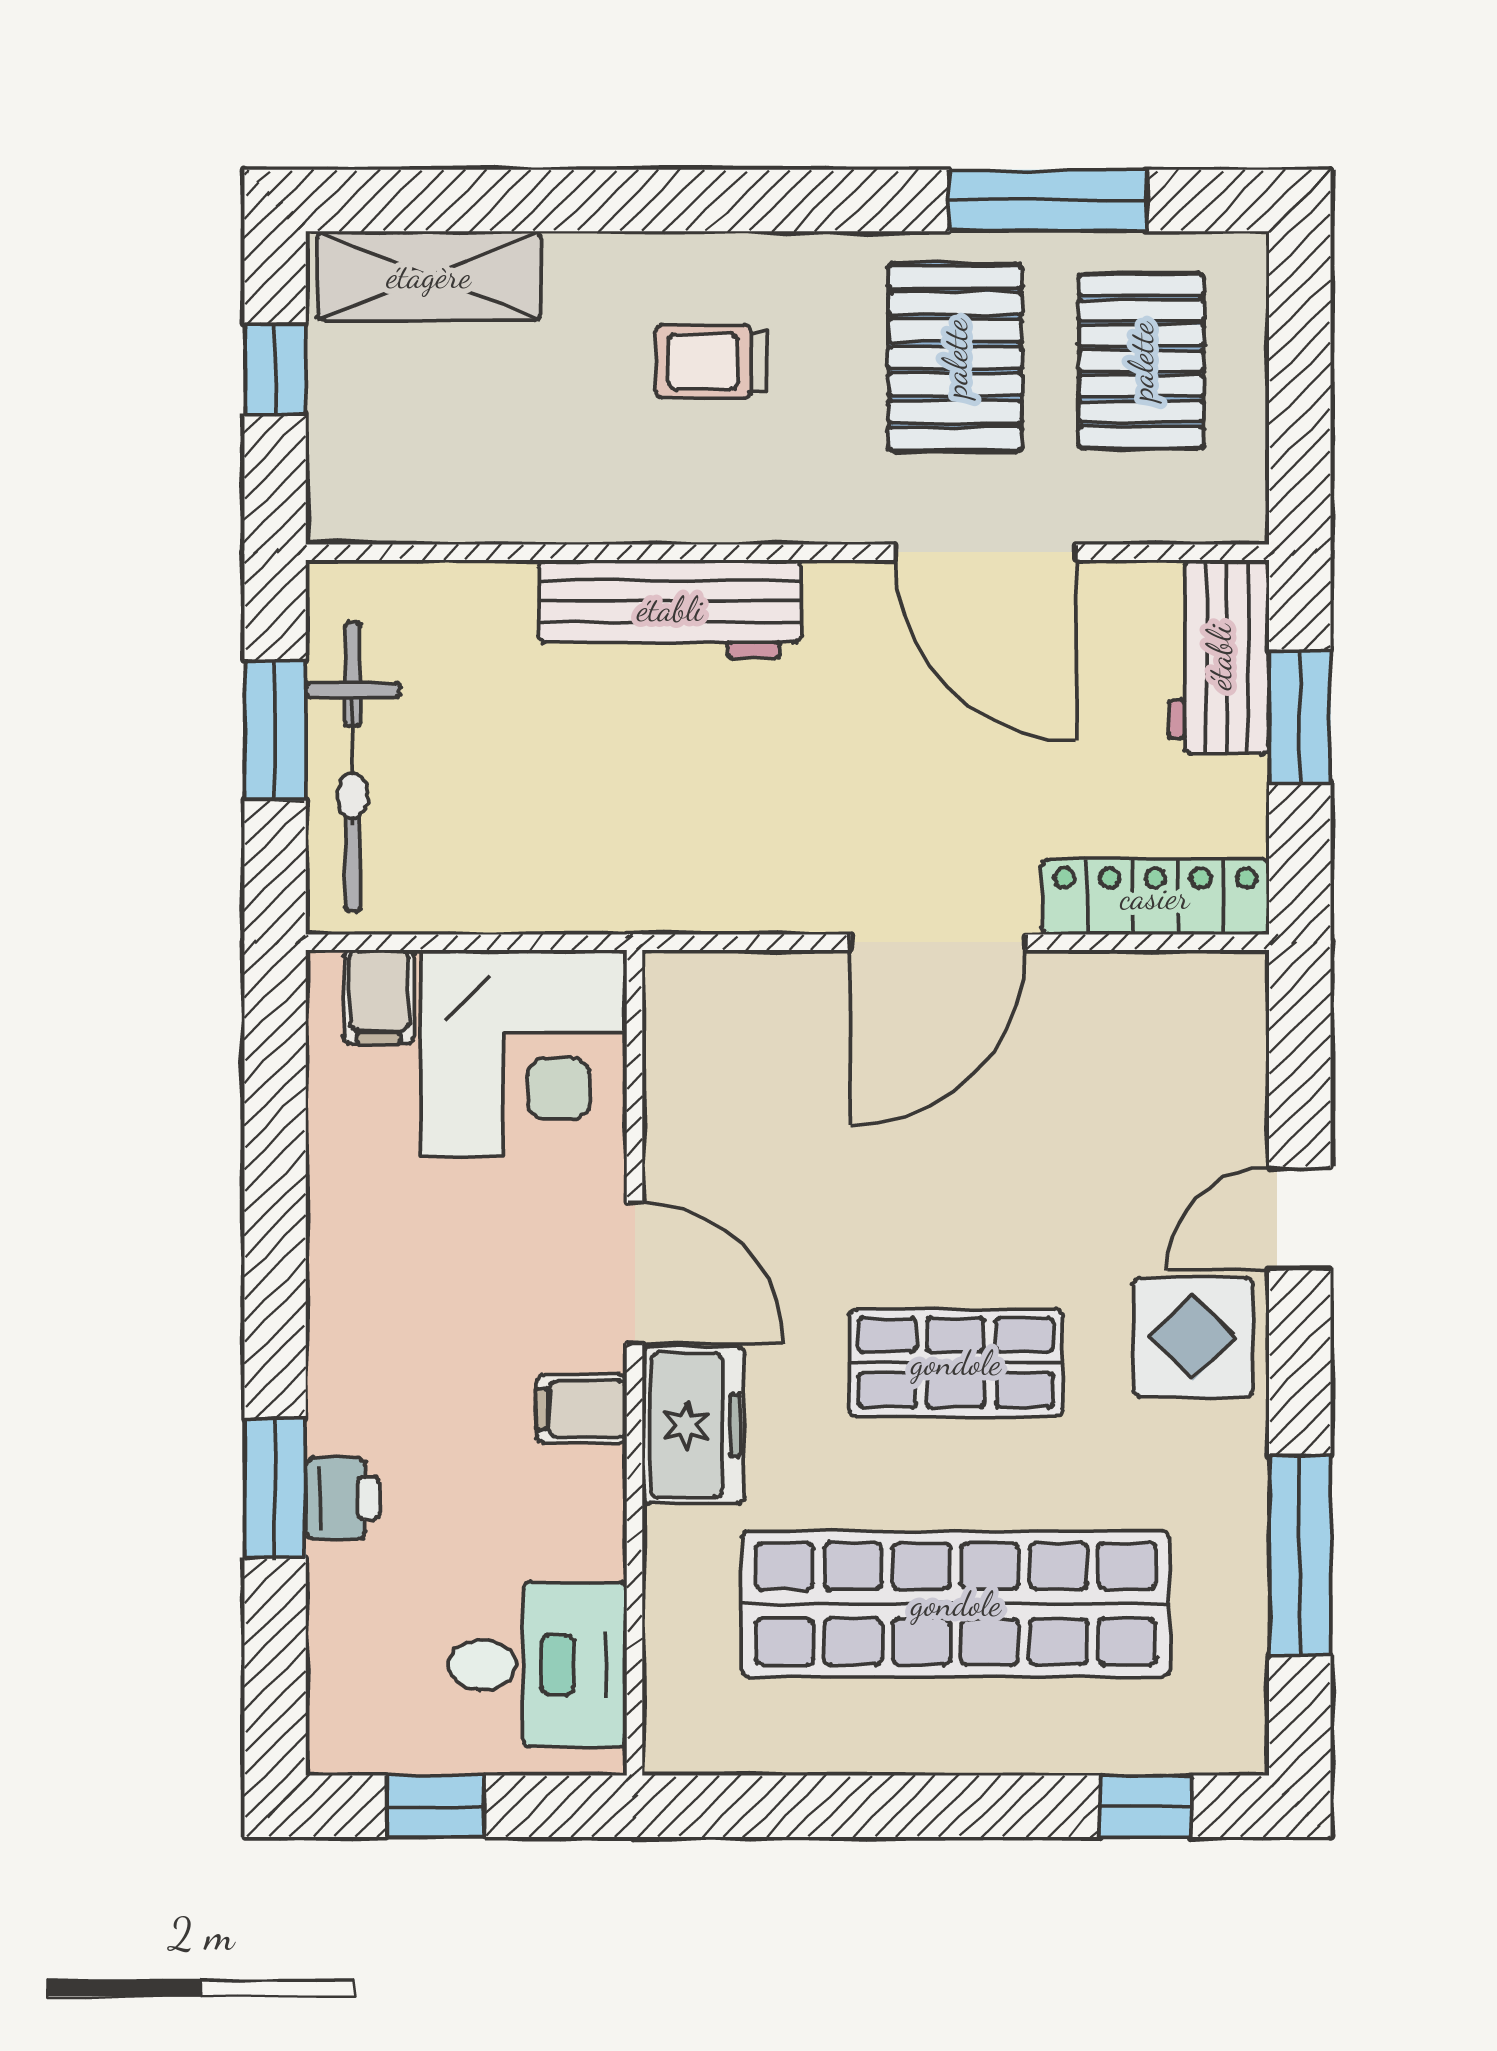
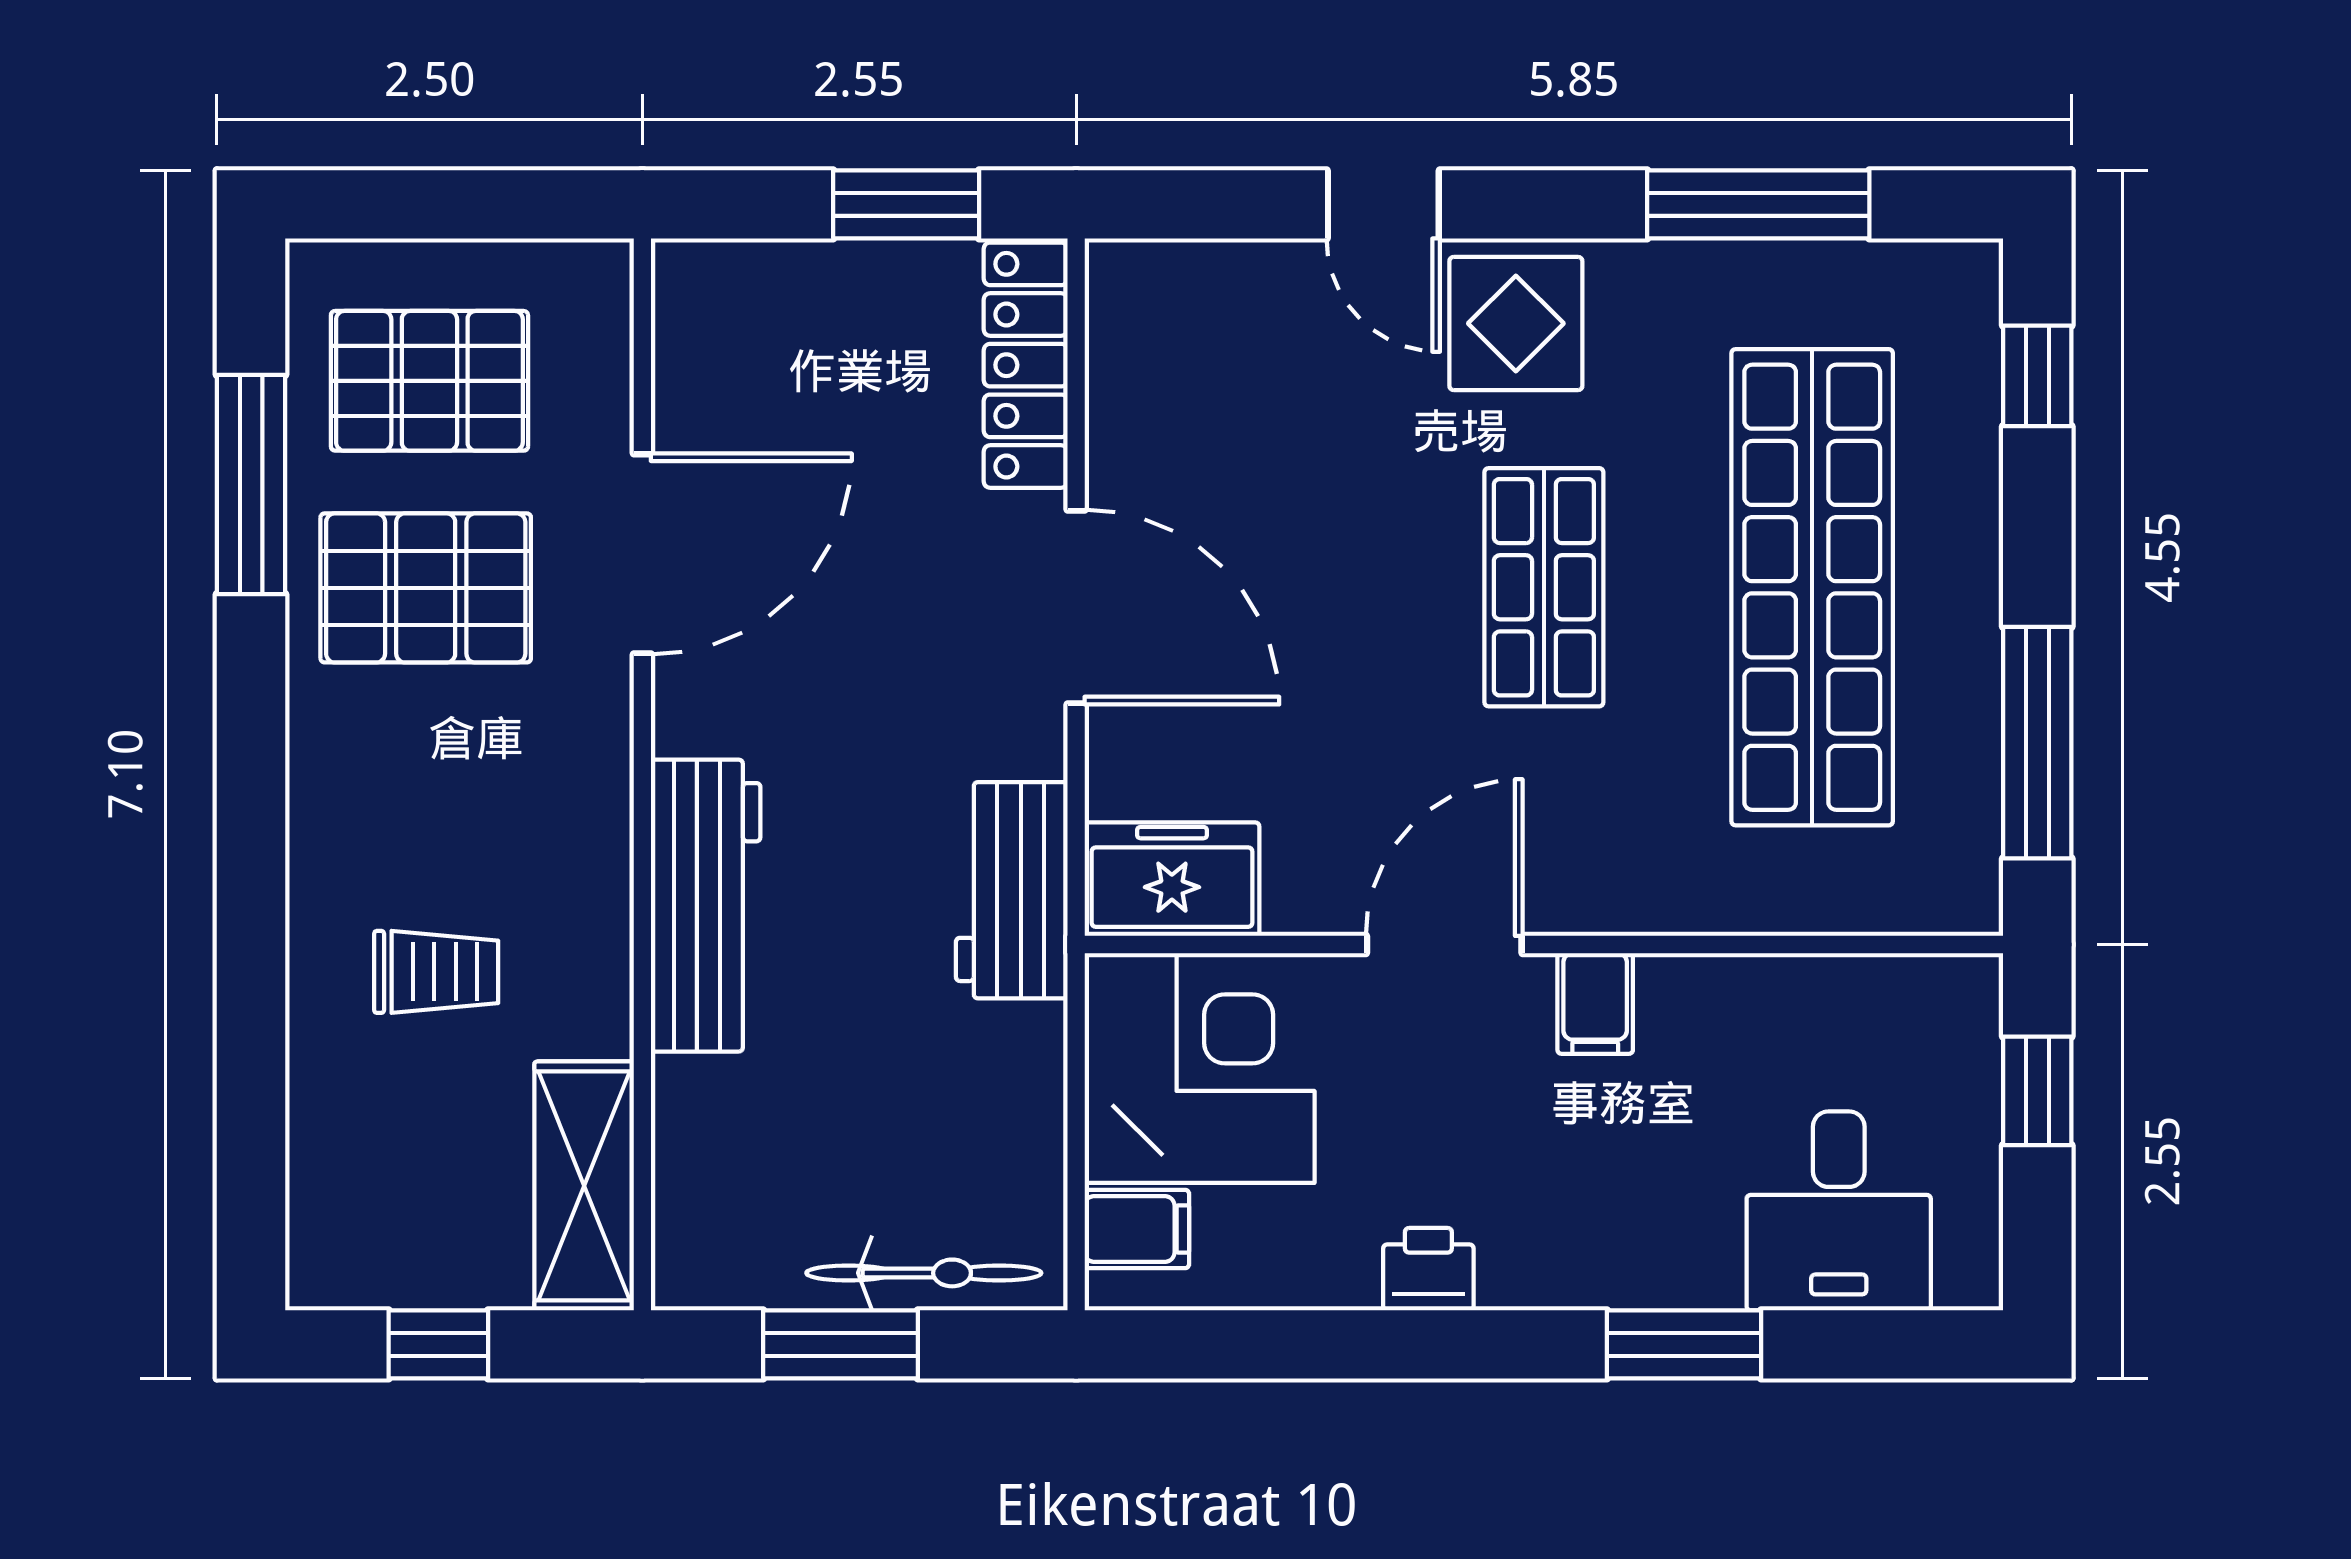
shelving: (429, 276) -> (584, 1186), moved
trolley: (711, 361) -> (436, 972), moved, turned -90
workbench: (1219, 657) -> (1012, 890), moved, turned 90
window: (1300, 717) -> (906, 204), moved
bicycle: (353, 767) -> (924, 1273), width x0.73, depth x0.71
freezer: (693, 1425) -> (1172, 879), moved
printer: (343, 1498) -> (1428, 1269), moved
desk: (538, 1665) -> (1839, 1211), moved, turned 180
window: (436, 1806) -> (2037, 1091), moved
window: (816, 1806) -> (2037, 743), added

